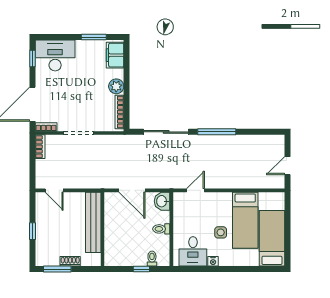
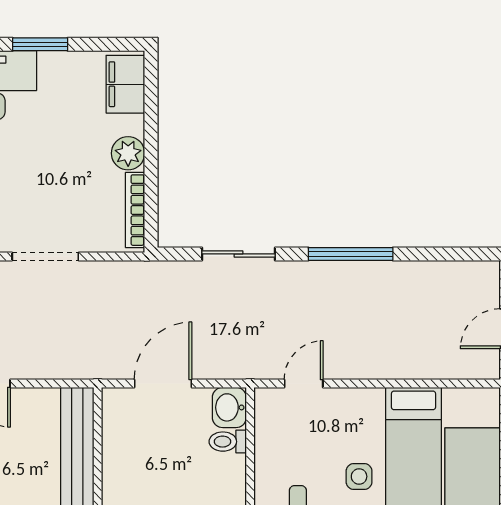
window: (94, 37) -> (40, 44), moved
sliding door: (166, 132) -> (238, 254), width x0.73
door: (132, 190) -> (163, 384), swing flipped
toilet: (161, 229) -> (228, 442), moved

